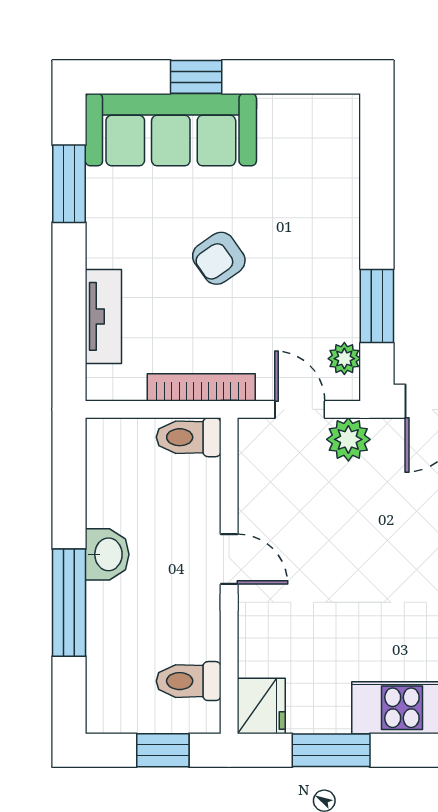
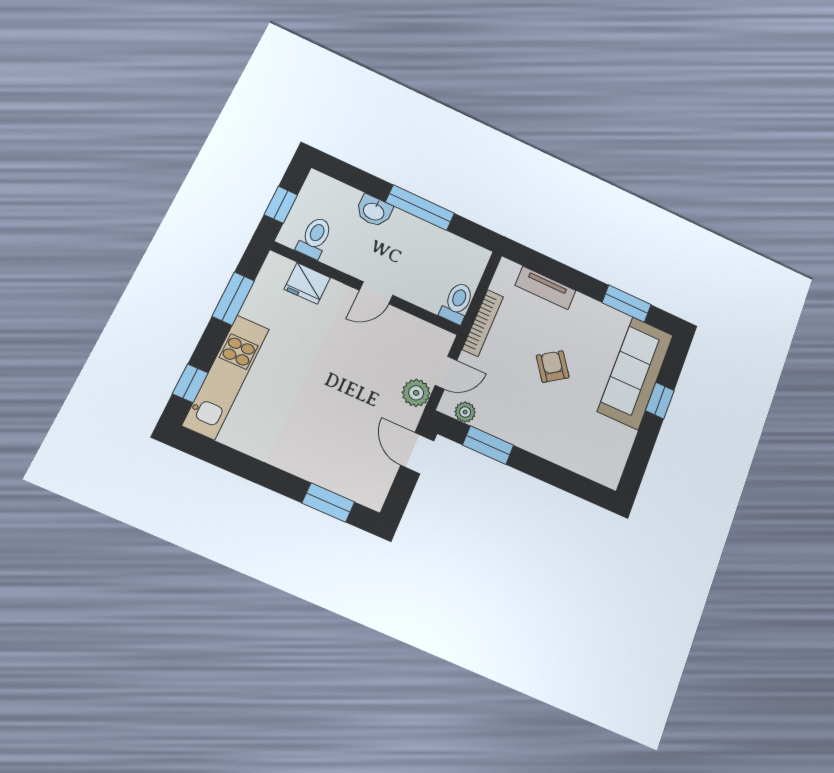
washbasin: (107, 554) -> (374, 211), moved
window: (69, 603) -> (420, 208), moved
fridge: (261, 706) -> (307, 283), moved

